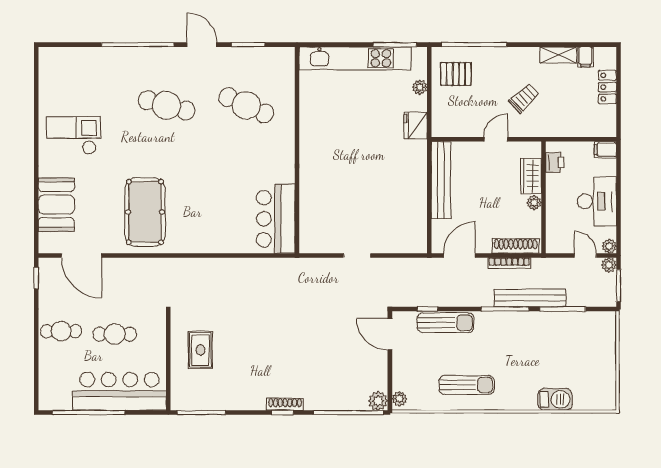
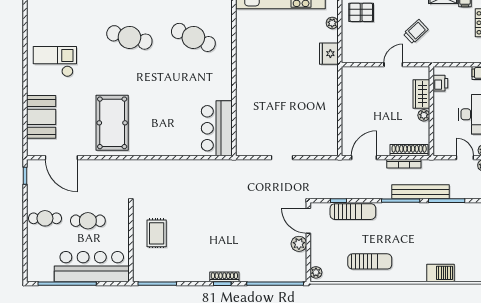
bench: (441, 180) -> (349, 97), removed
plant: (378, 401) -> (299, 244), moved

